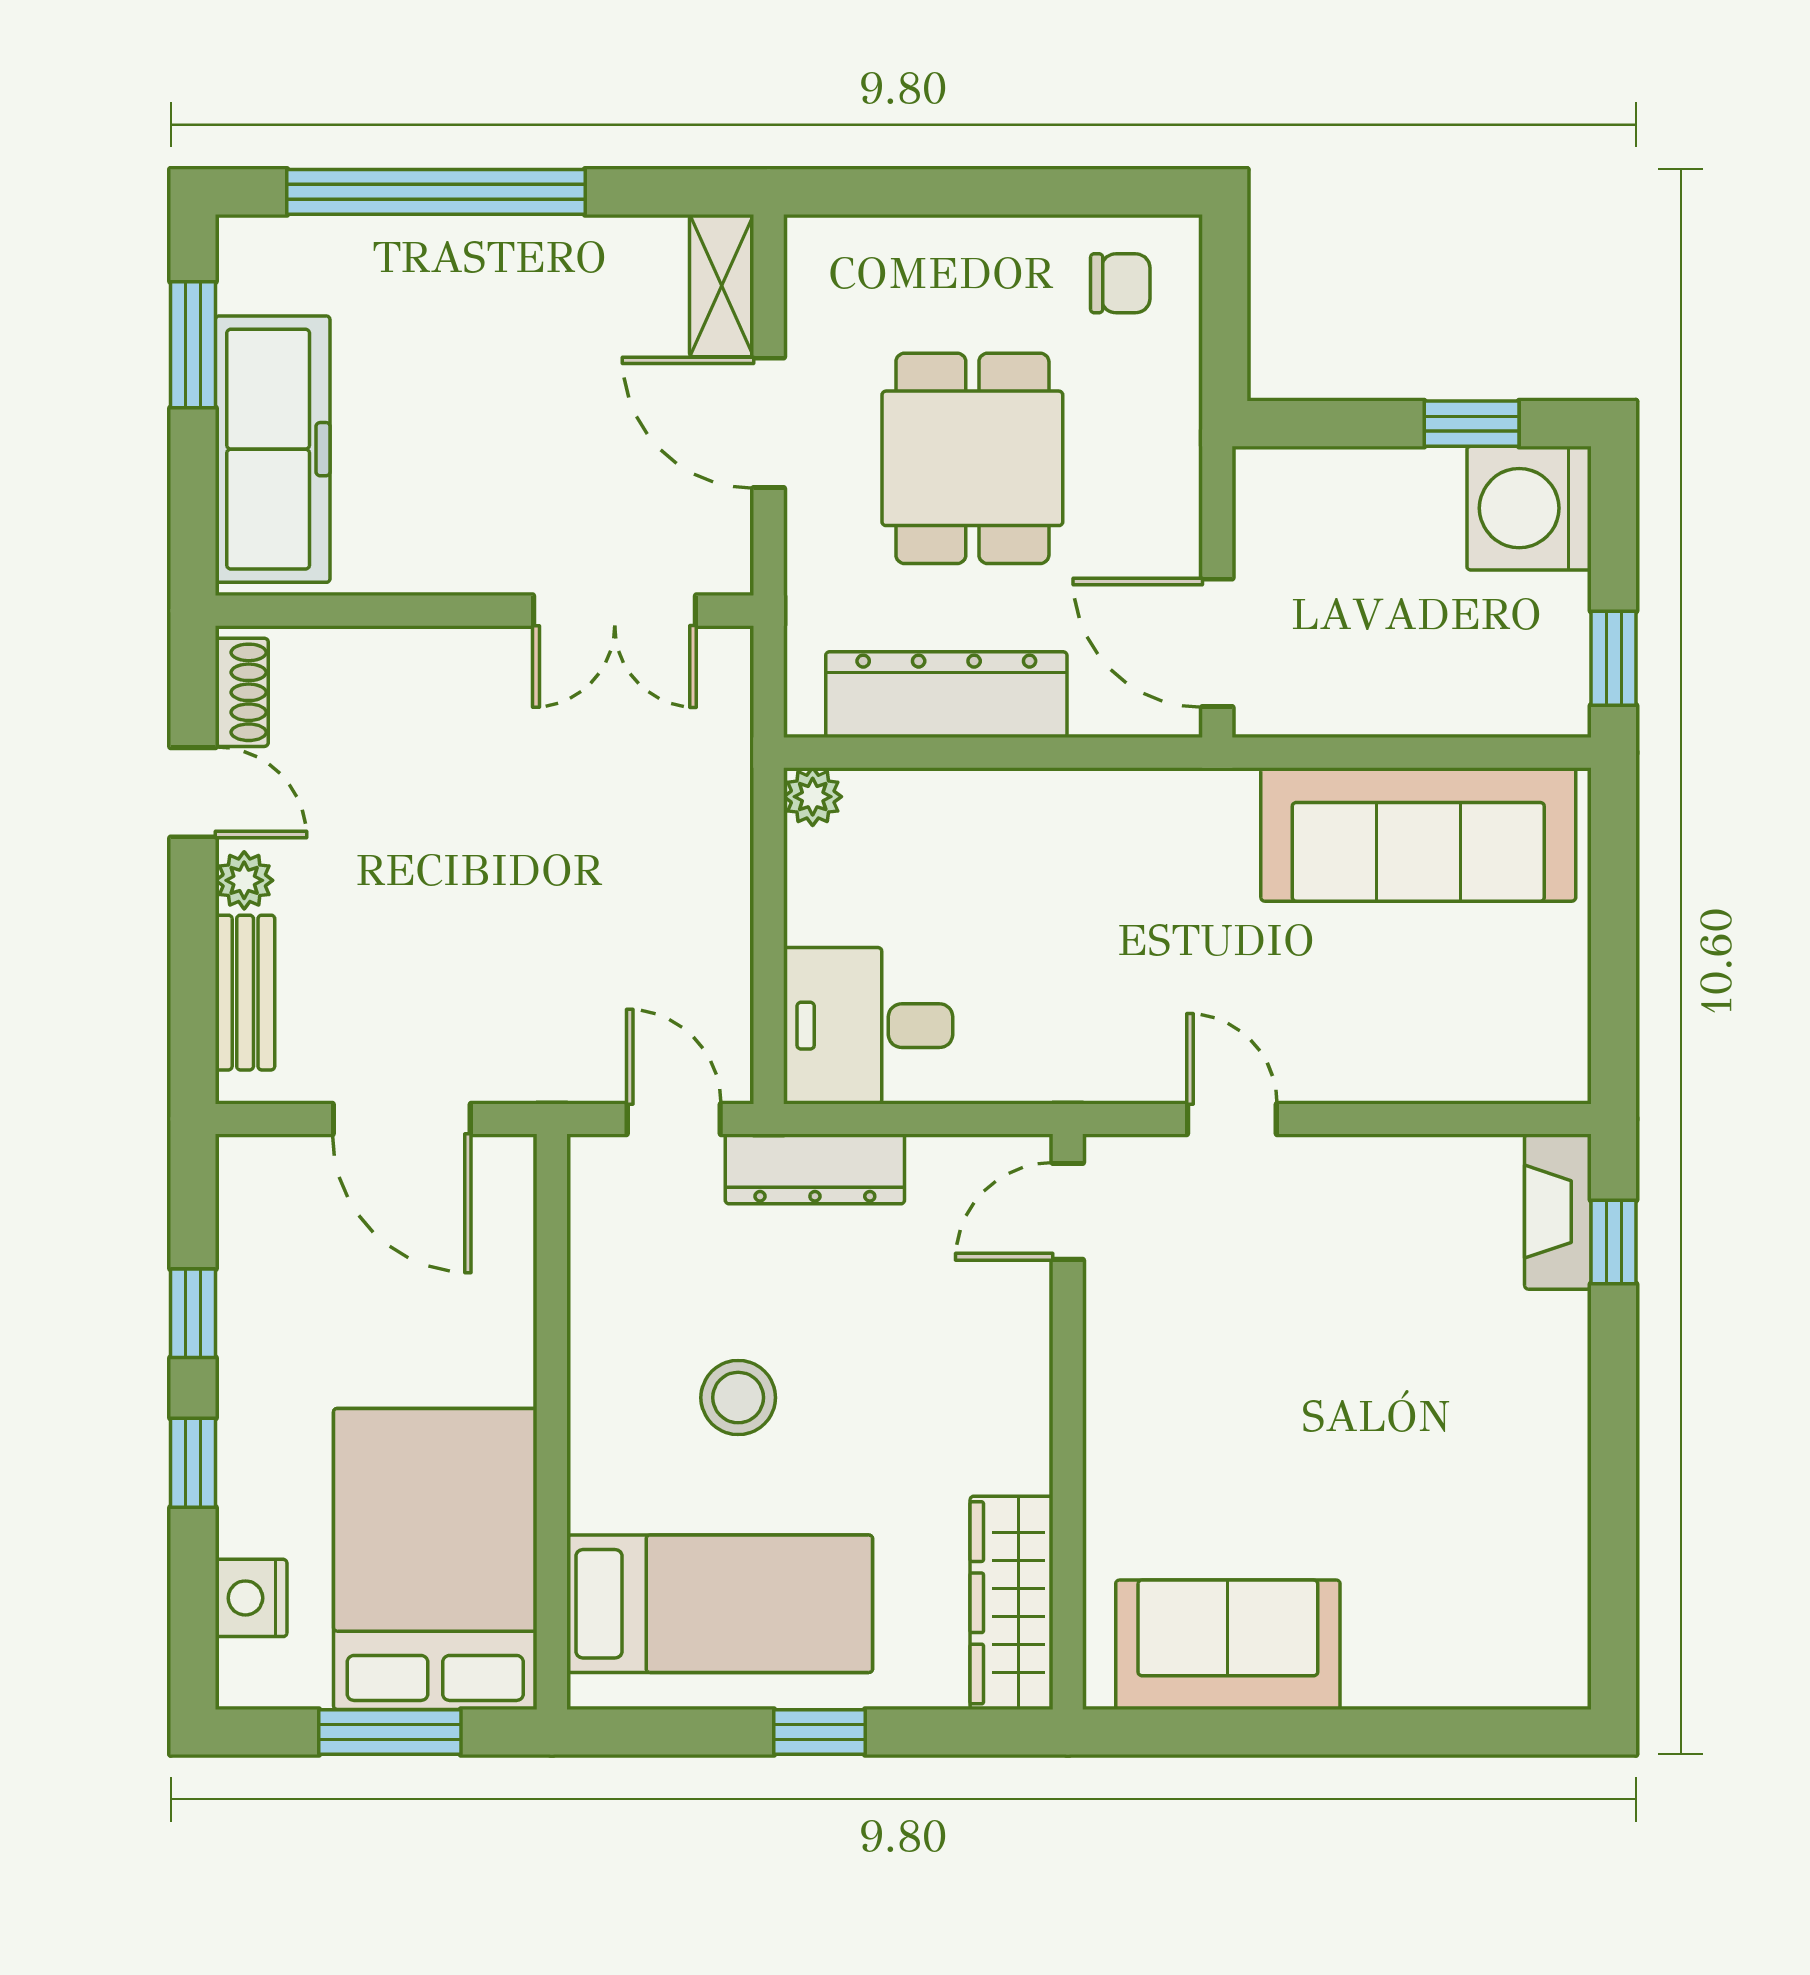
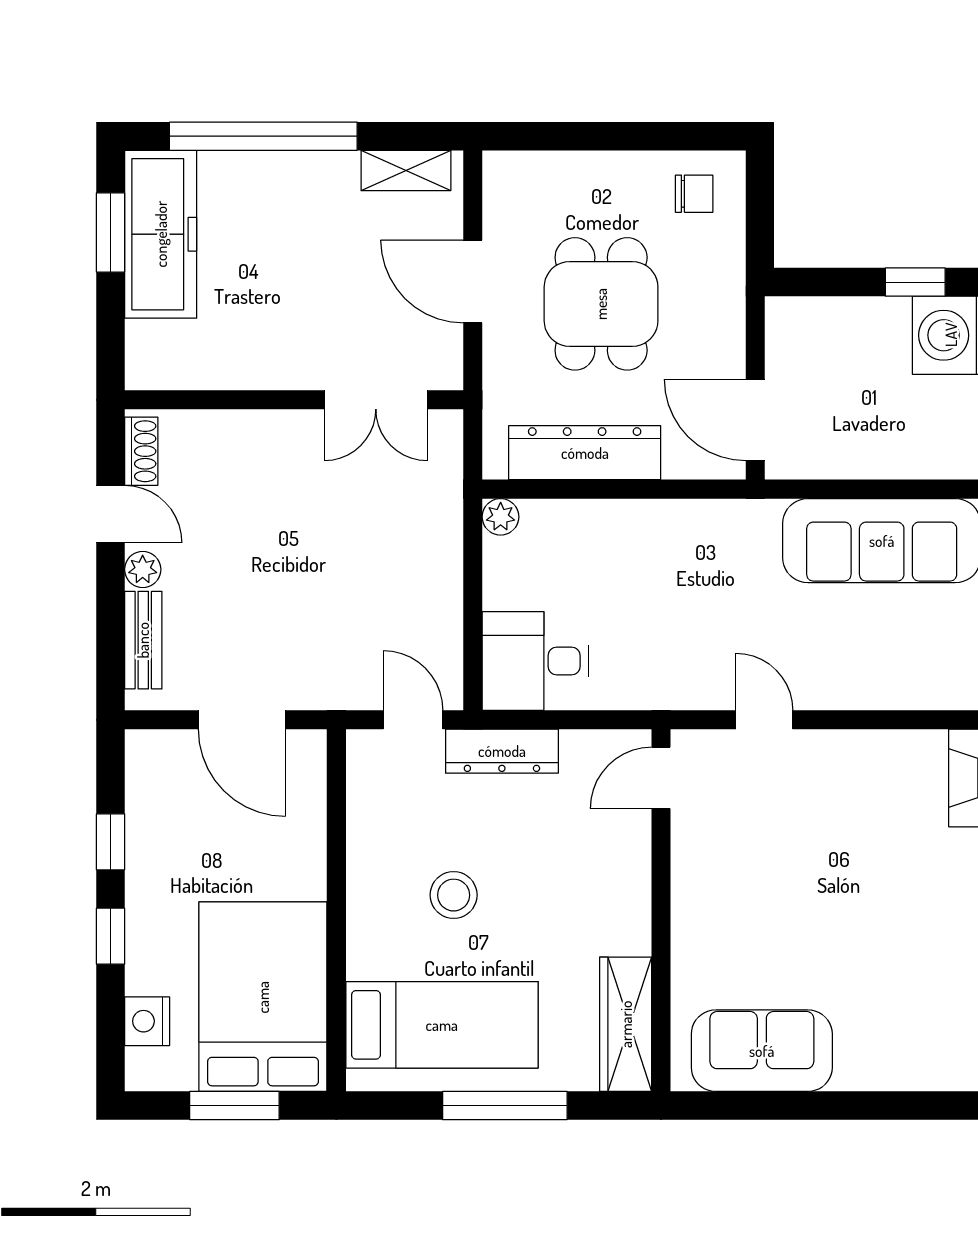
shelving: (722, 286) -> (406, 171), moved, turned 90
freezer: (273, 449) -> (161, 234), moved
window: (819, 1732) -> (505, 1106), width x2.17

